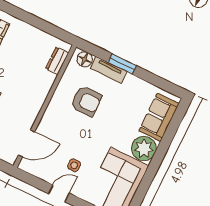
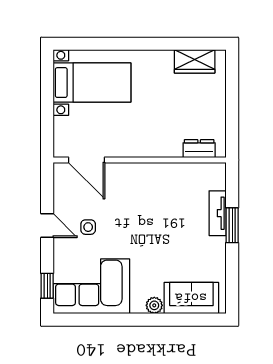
floor lamp: (85, 59) -> (216, 179), removed
armchair: (86, 101) -> (169, 205), removed
plant: (144, 148) -> (154, 305), width x0.53, depth x0.53

